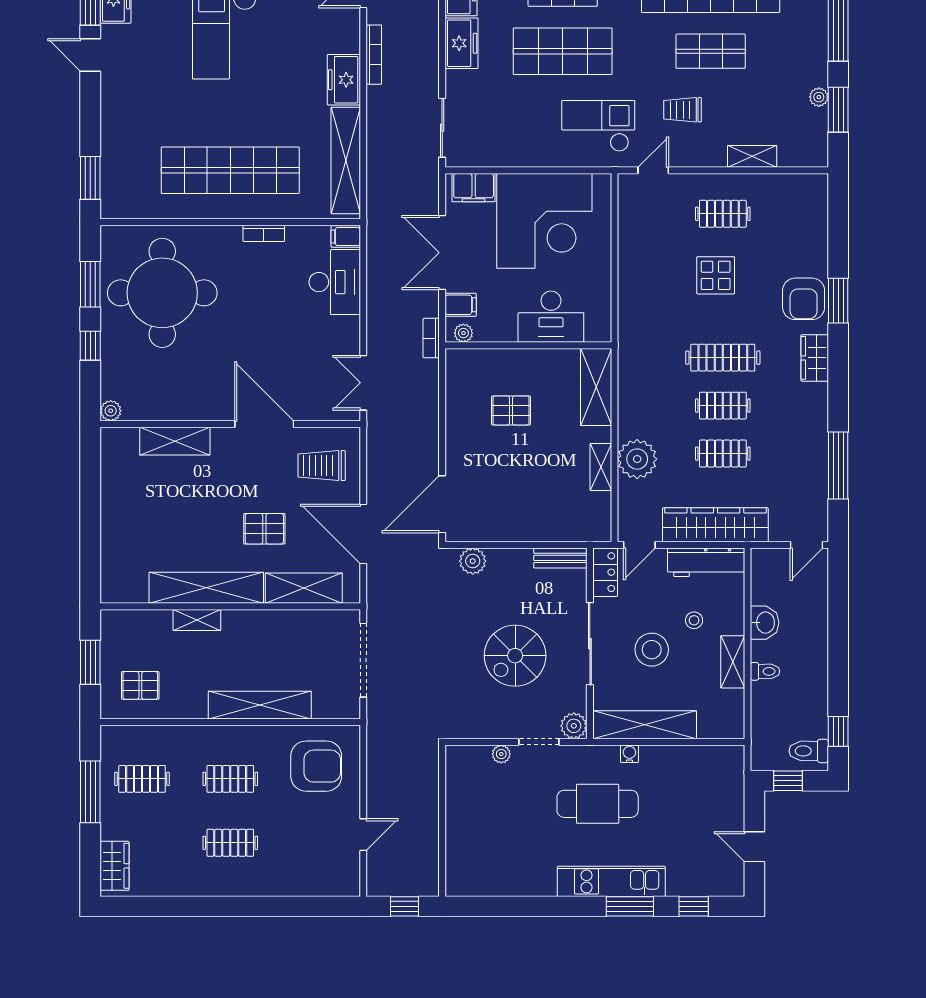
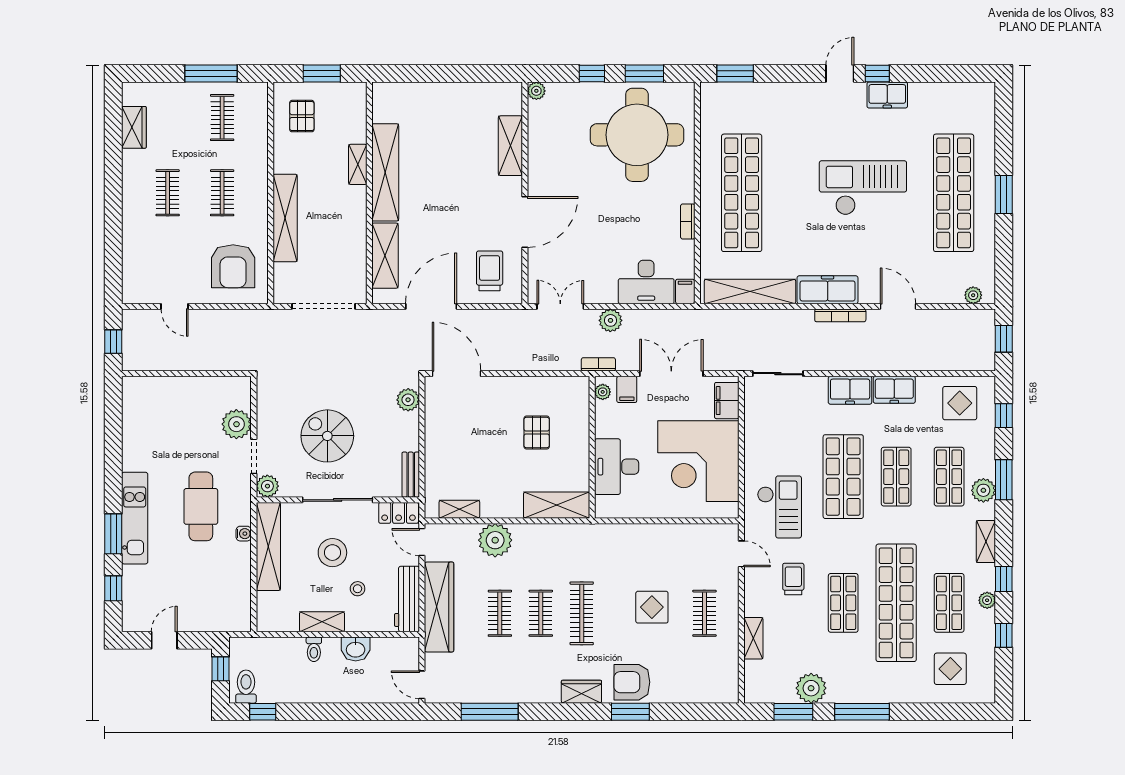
freezer: (344, 80) -> (828, 290), width x1.40
plant: (819, 97) -> (811, 688), width x1.88, depth x1.88
plant: (380, 324) -> (610, 320), added
shelving: (601, 467) -> (459, 509), moved
pallet: (264, 529) -> (436, 222), removed
plant: (501, 754) -> (236, 424), width x1.88, depth x1.88
wardrobe: (114, 866) -> (134, 127), moved, turned -90

